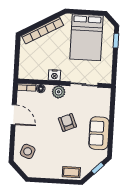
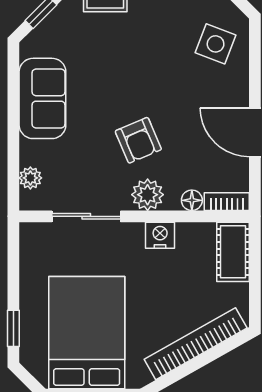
cot: (25, 67) -> (233, 252), added
plant: (106, 101) -> (30, 178), added
armchair: (67, 122) -> (138, 140), moved

